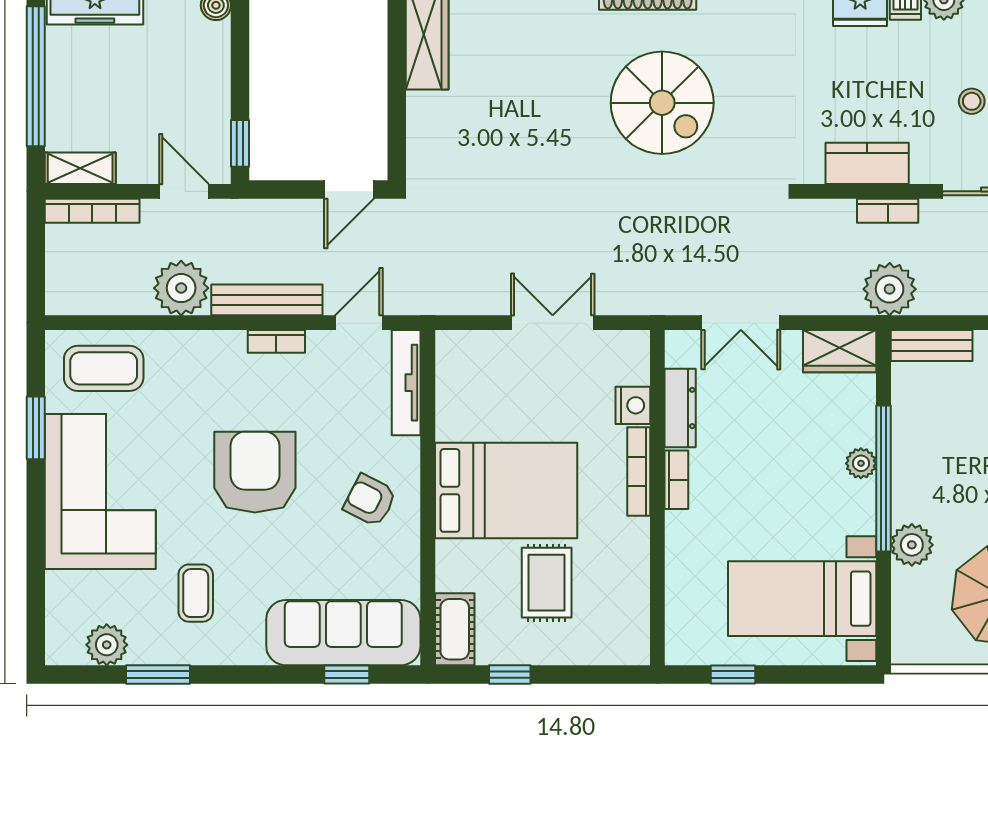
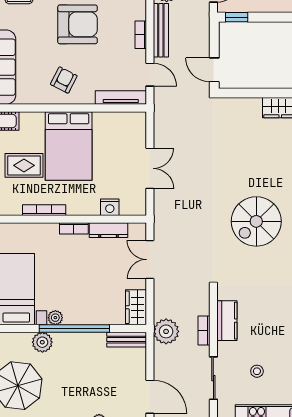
bench: (932, 346) -> (127, 340), moved, turned 90
plant: (861, 463) -> (55, 318), moved
bookcase: (639, 471) -> (44, 210), moved

